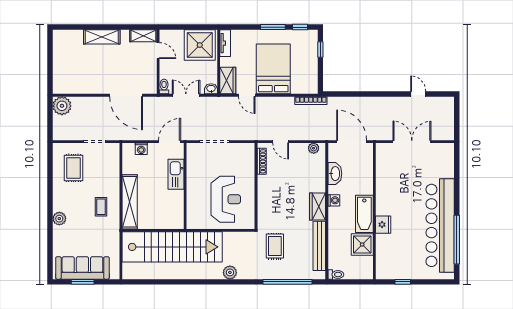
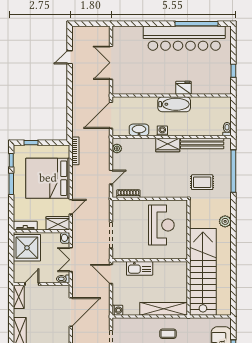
bed: (273, 69) -> (48, 178), width x1.36
washing machine: (141, 149) -> (117, 310), moved
reception desk: (226, 199) -> (161, 225), turned 90
shower: (362, 244) -> (201, 106), removed

